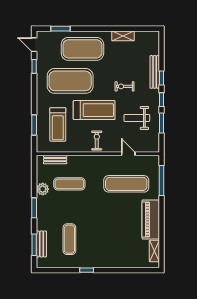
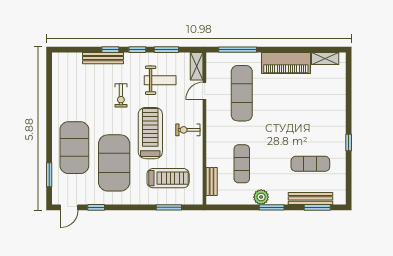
shelving: (123, 36) -> (197, 66), moved
weight bench: (137, 118) -> (160, 80), turned -90
plant: (43, 189) -> (261, 197), moved
bench: (41, 244) -> (310, 198), width x1.36

